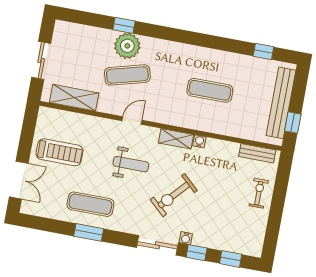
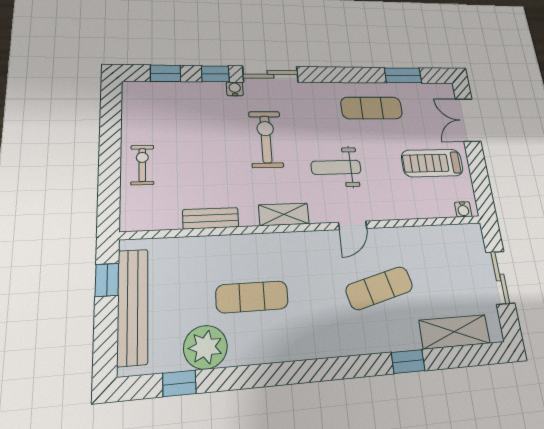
plant: (127, 46) -> (205, 347), moved
shelving: (74, 98) -> (454, 332), moved
water cooler: (199, 141) -> (463, 209), moved
bench: (257, 153) -> (211, 218), moved
exercise bike: (259, 193) -> (142, 165), turned 180
exercise bike: (174, 195) -> (266, 139), turned -42
window: (89, 232) -> (403, 75), moved

